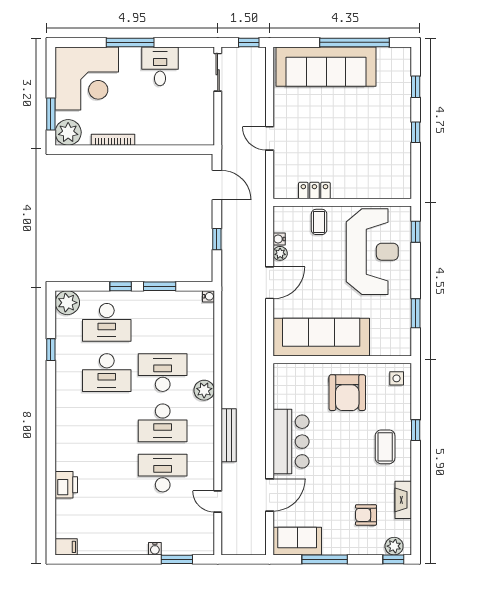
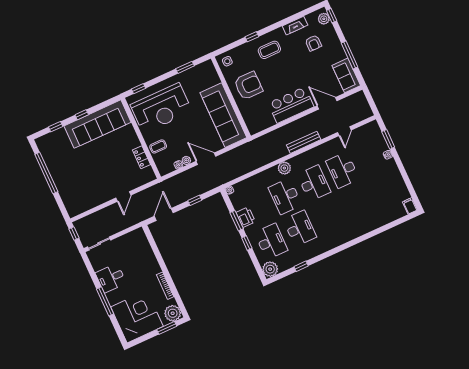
sofa: (326, 67) -> (98, 124), moved, turned 90
reception desk: (372, 252) -> (161, 108), turned 180
printer: (66, 485) -> (246, 217), moved, turned 90

